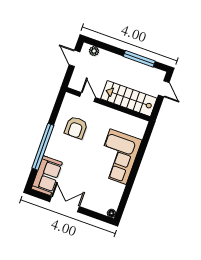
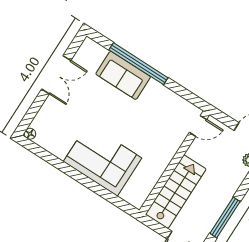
door: (88, 97) -> (198, 126), moved
armchair: (76, 128) -> (154, 113), removed
sofa: (47, 176) -> (123, 75), moved

